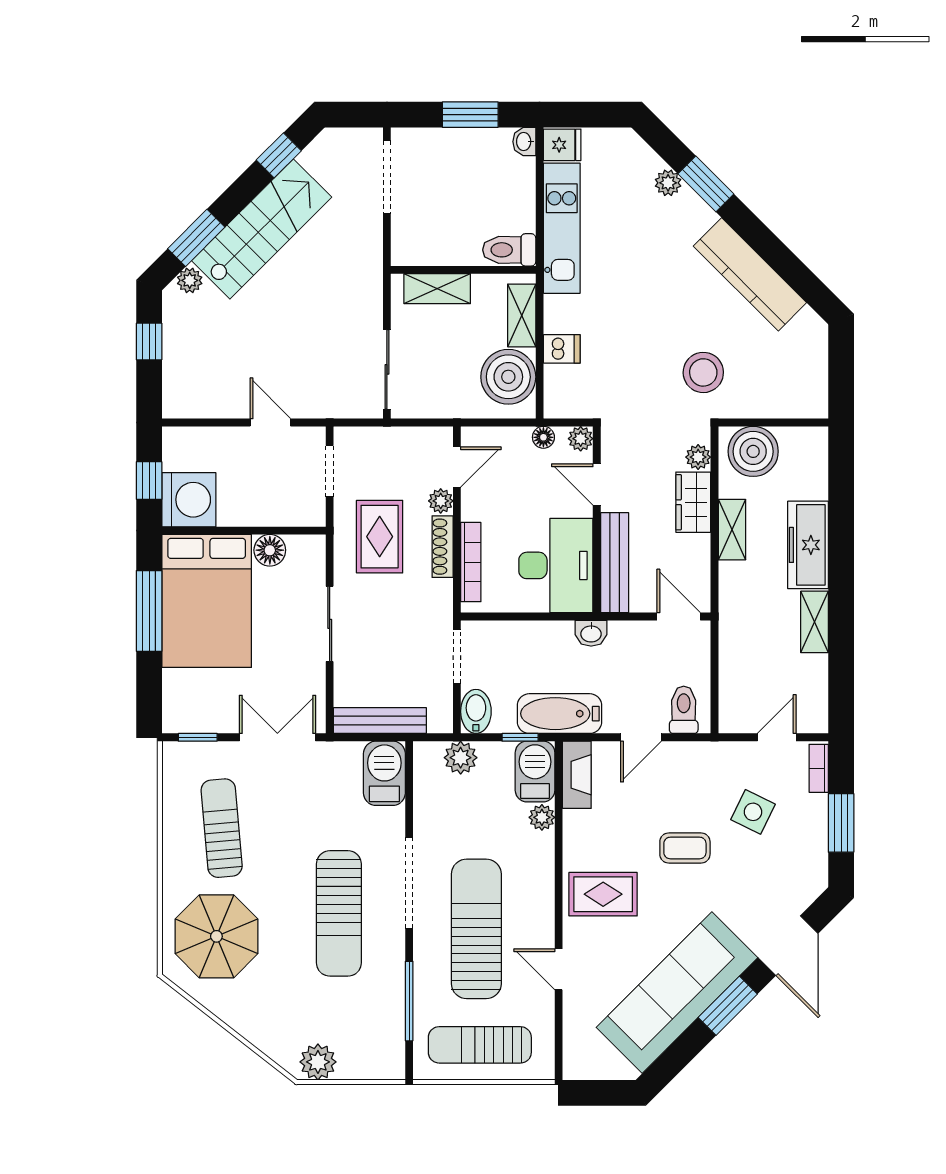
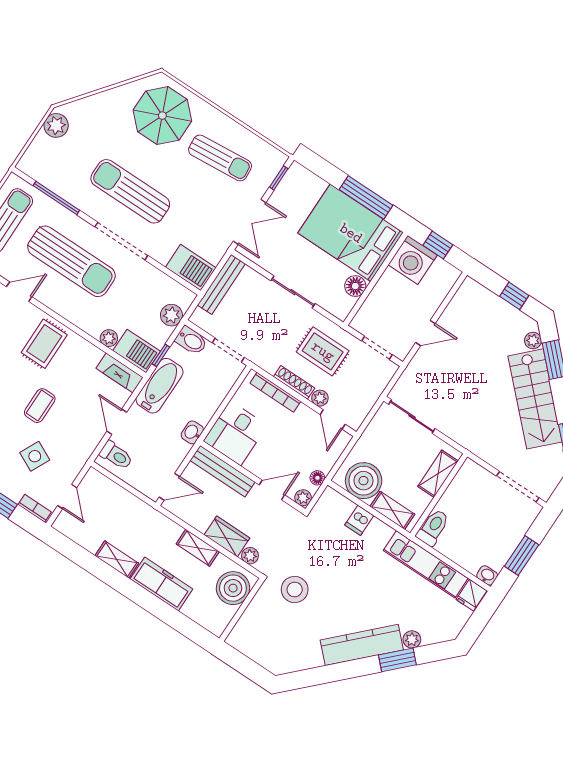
kitchen counter: (750, 274) -> (362, 645), moved
desk: (556, 565) -> (235, 433), width x0.73

